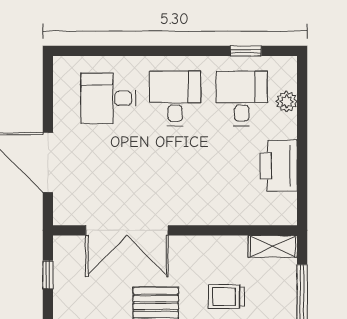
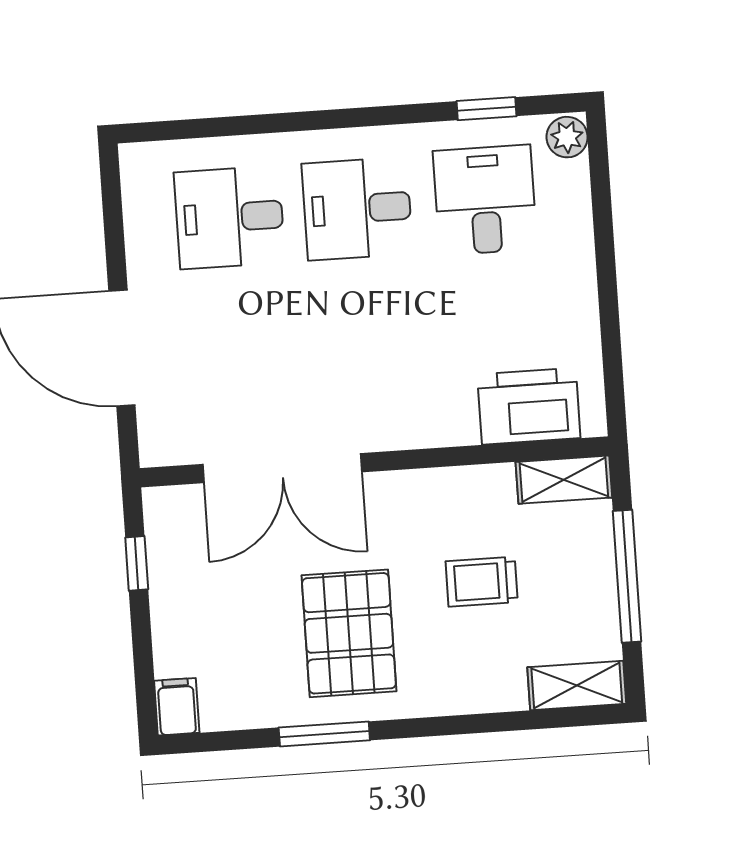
desk: (175, 98) -> (357, 209), turned -90
plant: (287, 101) -> (567, 137), moved
printer: (279, 166) -> (529, 406), moved, turned 90

